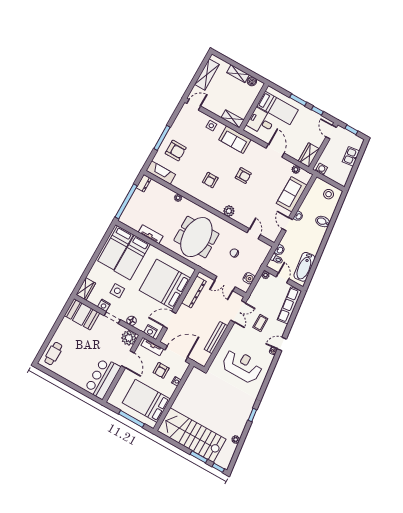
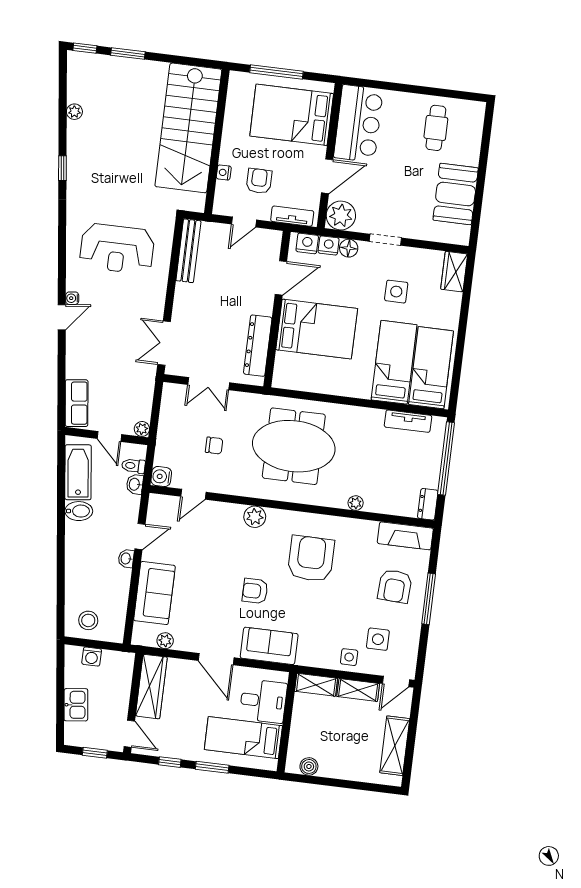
shelving: (238, 74) -> (358, 690), moved
side table: (194, 129) -> (378, 639), added
sofa: (235, 140) -> (269, 646), moved
armchair: (176, 151) -> (395, 586), turned -87
wardrobe: (309, 155) -> (151, 687), width x1.50
washing machine: (321, 169) -> (92, 657), moved
armchair: (210, 180) -> (311, 559), width x1.88, depth x1.88
bidet: (323, 222) -> (79, 511), moved
door: (287, 224) -> (140, 536), hinge flipped
tv unit: (151, 234) -> (408, 421), moved
door: (254, 234) -> (193, 494), hinge flipped
meeting table: (196, 237) -> (294, 446), turned 90
water cooler: (249, 278) -> (161, 477), moved
bed: (165, 284) -> (317, 329), width x0.73
double door: (225, 284) -> (209, 384), swing flipped
nightstand: (104, 305) -> (329, 245), moved
row of seats: (289, 305) -> (77, 403), width x0.68
booth: (82, 314) -> (456, 194), moved, turned 90
coffee table: (260, 323) -> (116, 339), removed
bench: (216, 338) -> (188, 251), moved
cafe table: (53, 354) -> (436, 128), moved
door: (176, 354) -> (244, 222), width x0.53
door: (128, 359) -> (327, 176), swing flipped
bed: (146, 401) -> (292, 115), moved, turned 180
stairs: (192, 435) -> (188, 128), moved, turned 90

